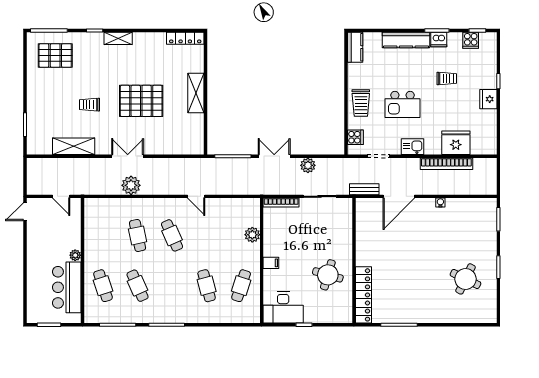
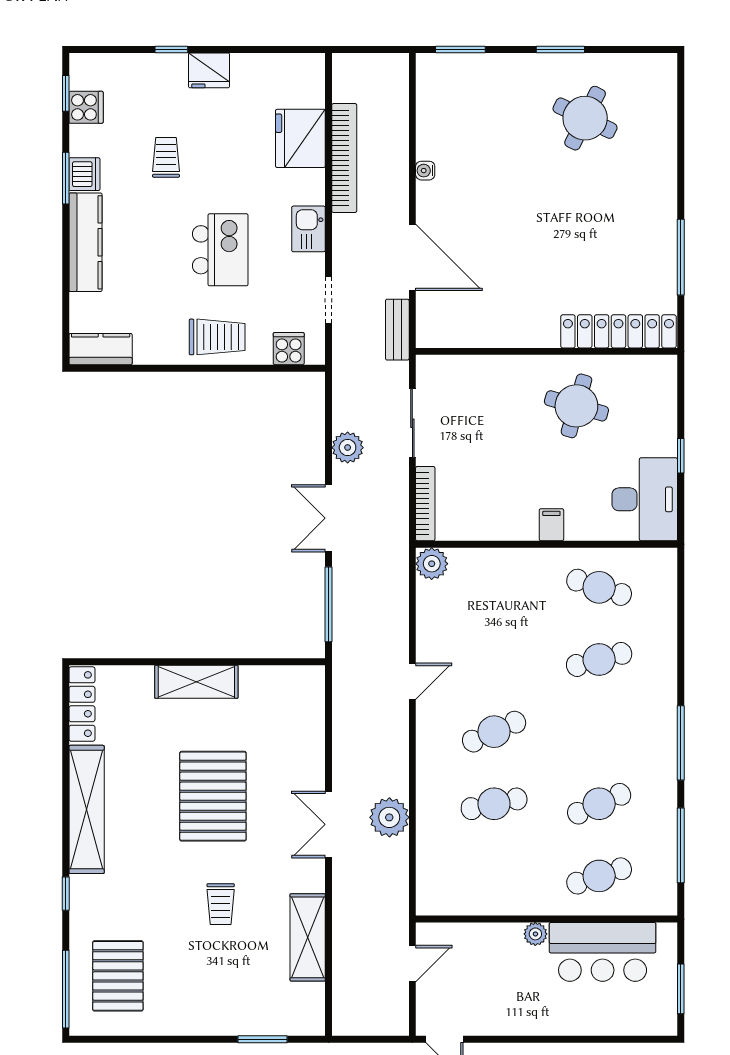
shelving: (118, 38) -> (87, 809), width x2.20, depth x1.33
plant: (252, 235) -> (432, 564), moved

